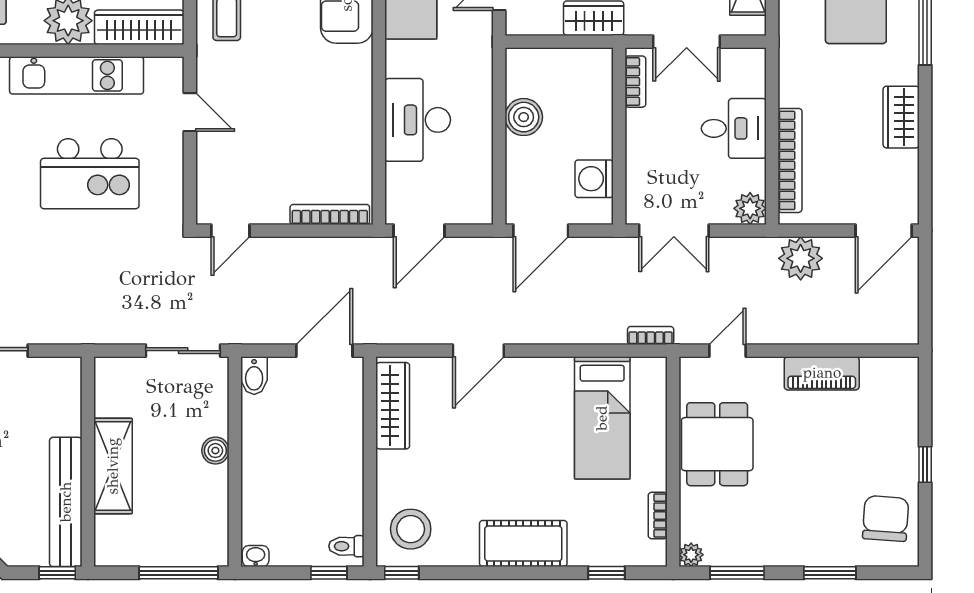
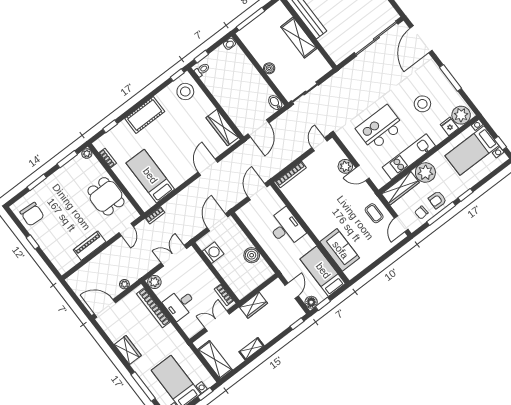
plant: (213, 150) -> (345, 166), added
door: (884, 231) -> (105, 308), hinge flipped
plant: (801, 258) -> (124, 284), width x0.53, depth x0.53

